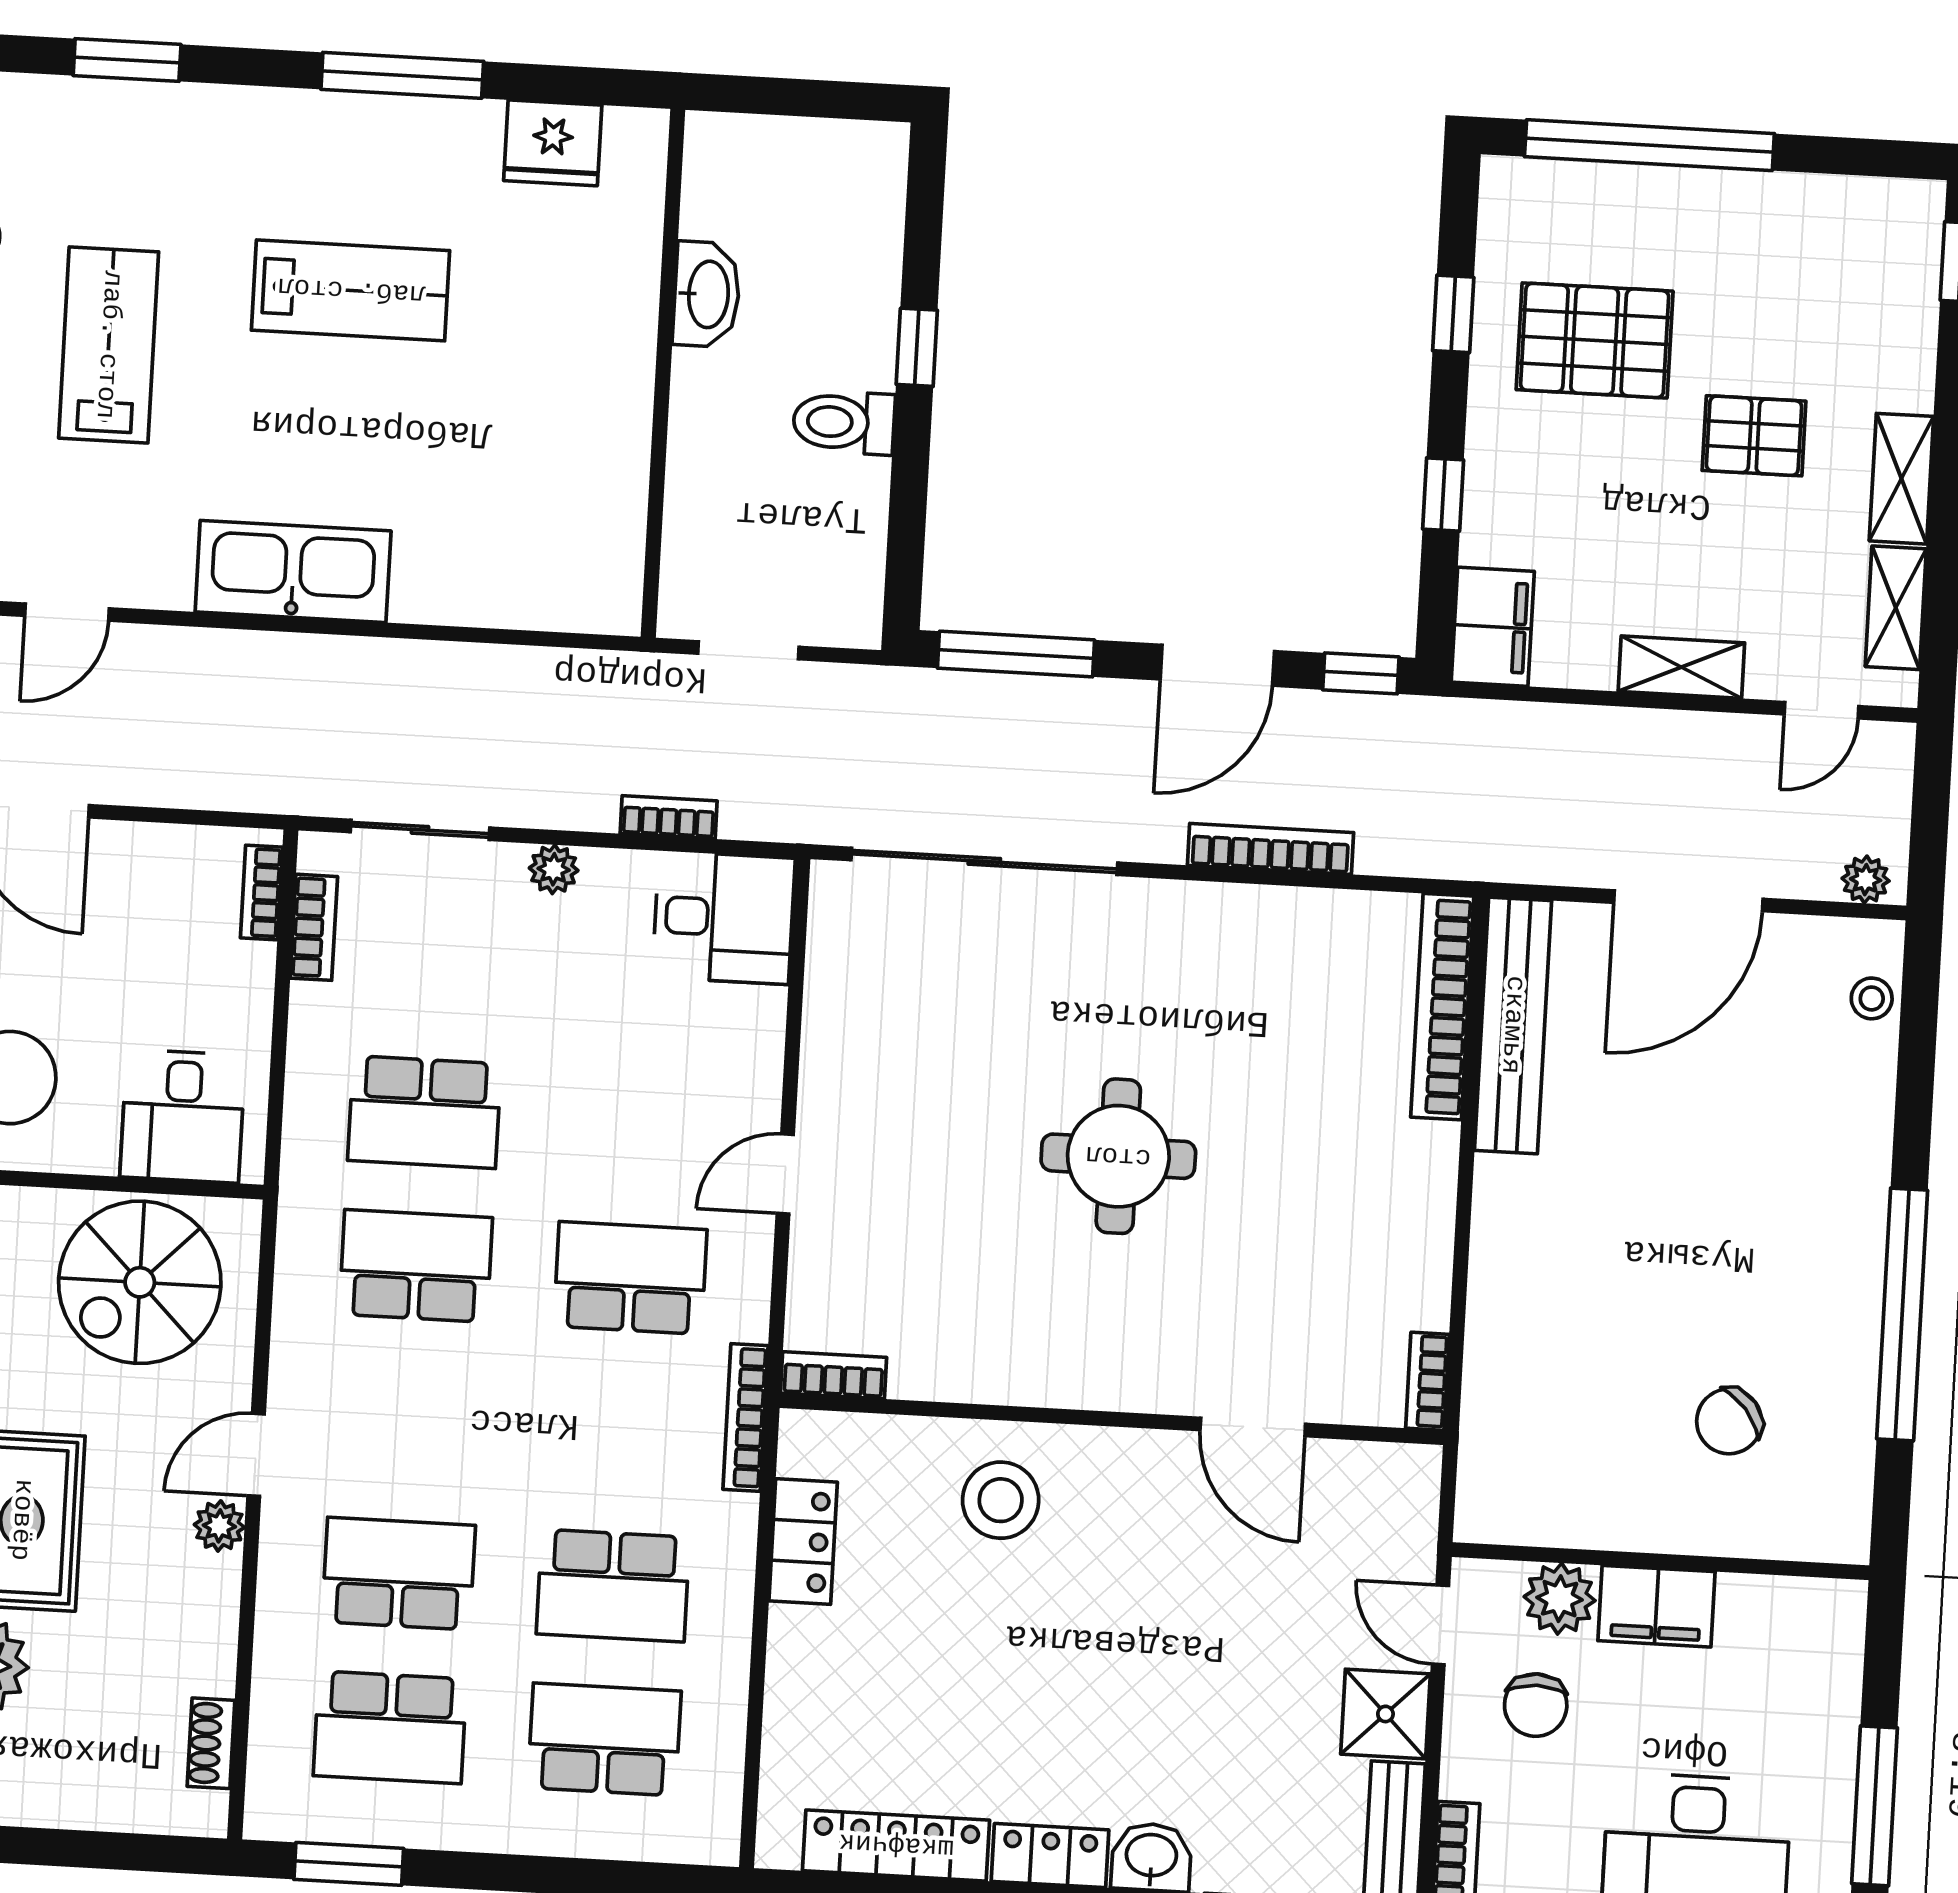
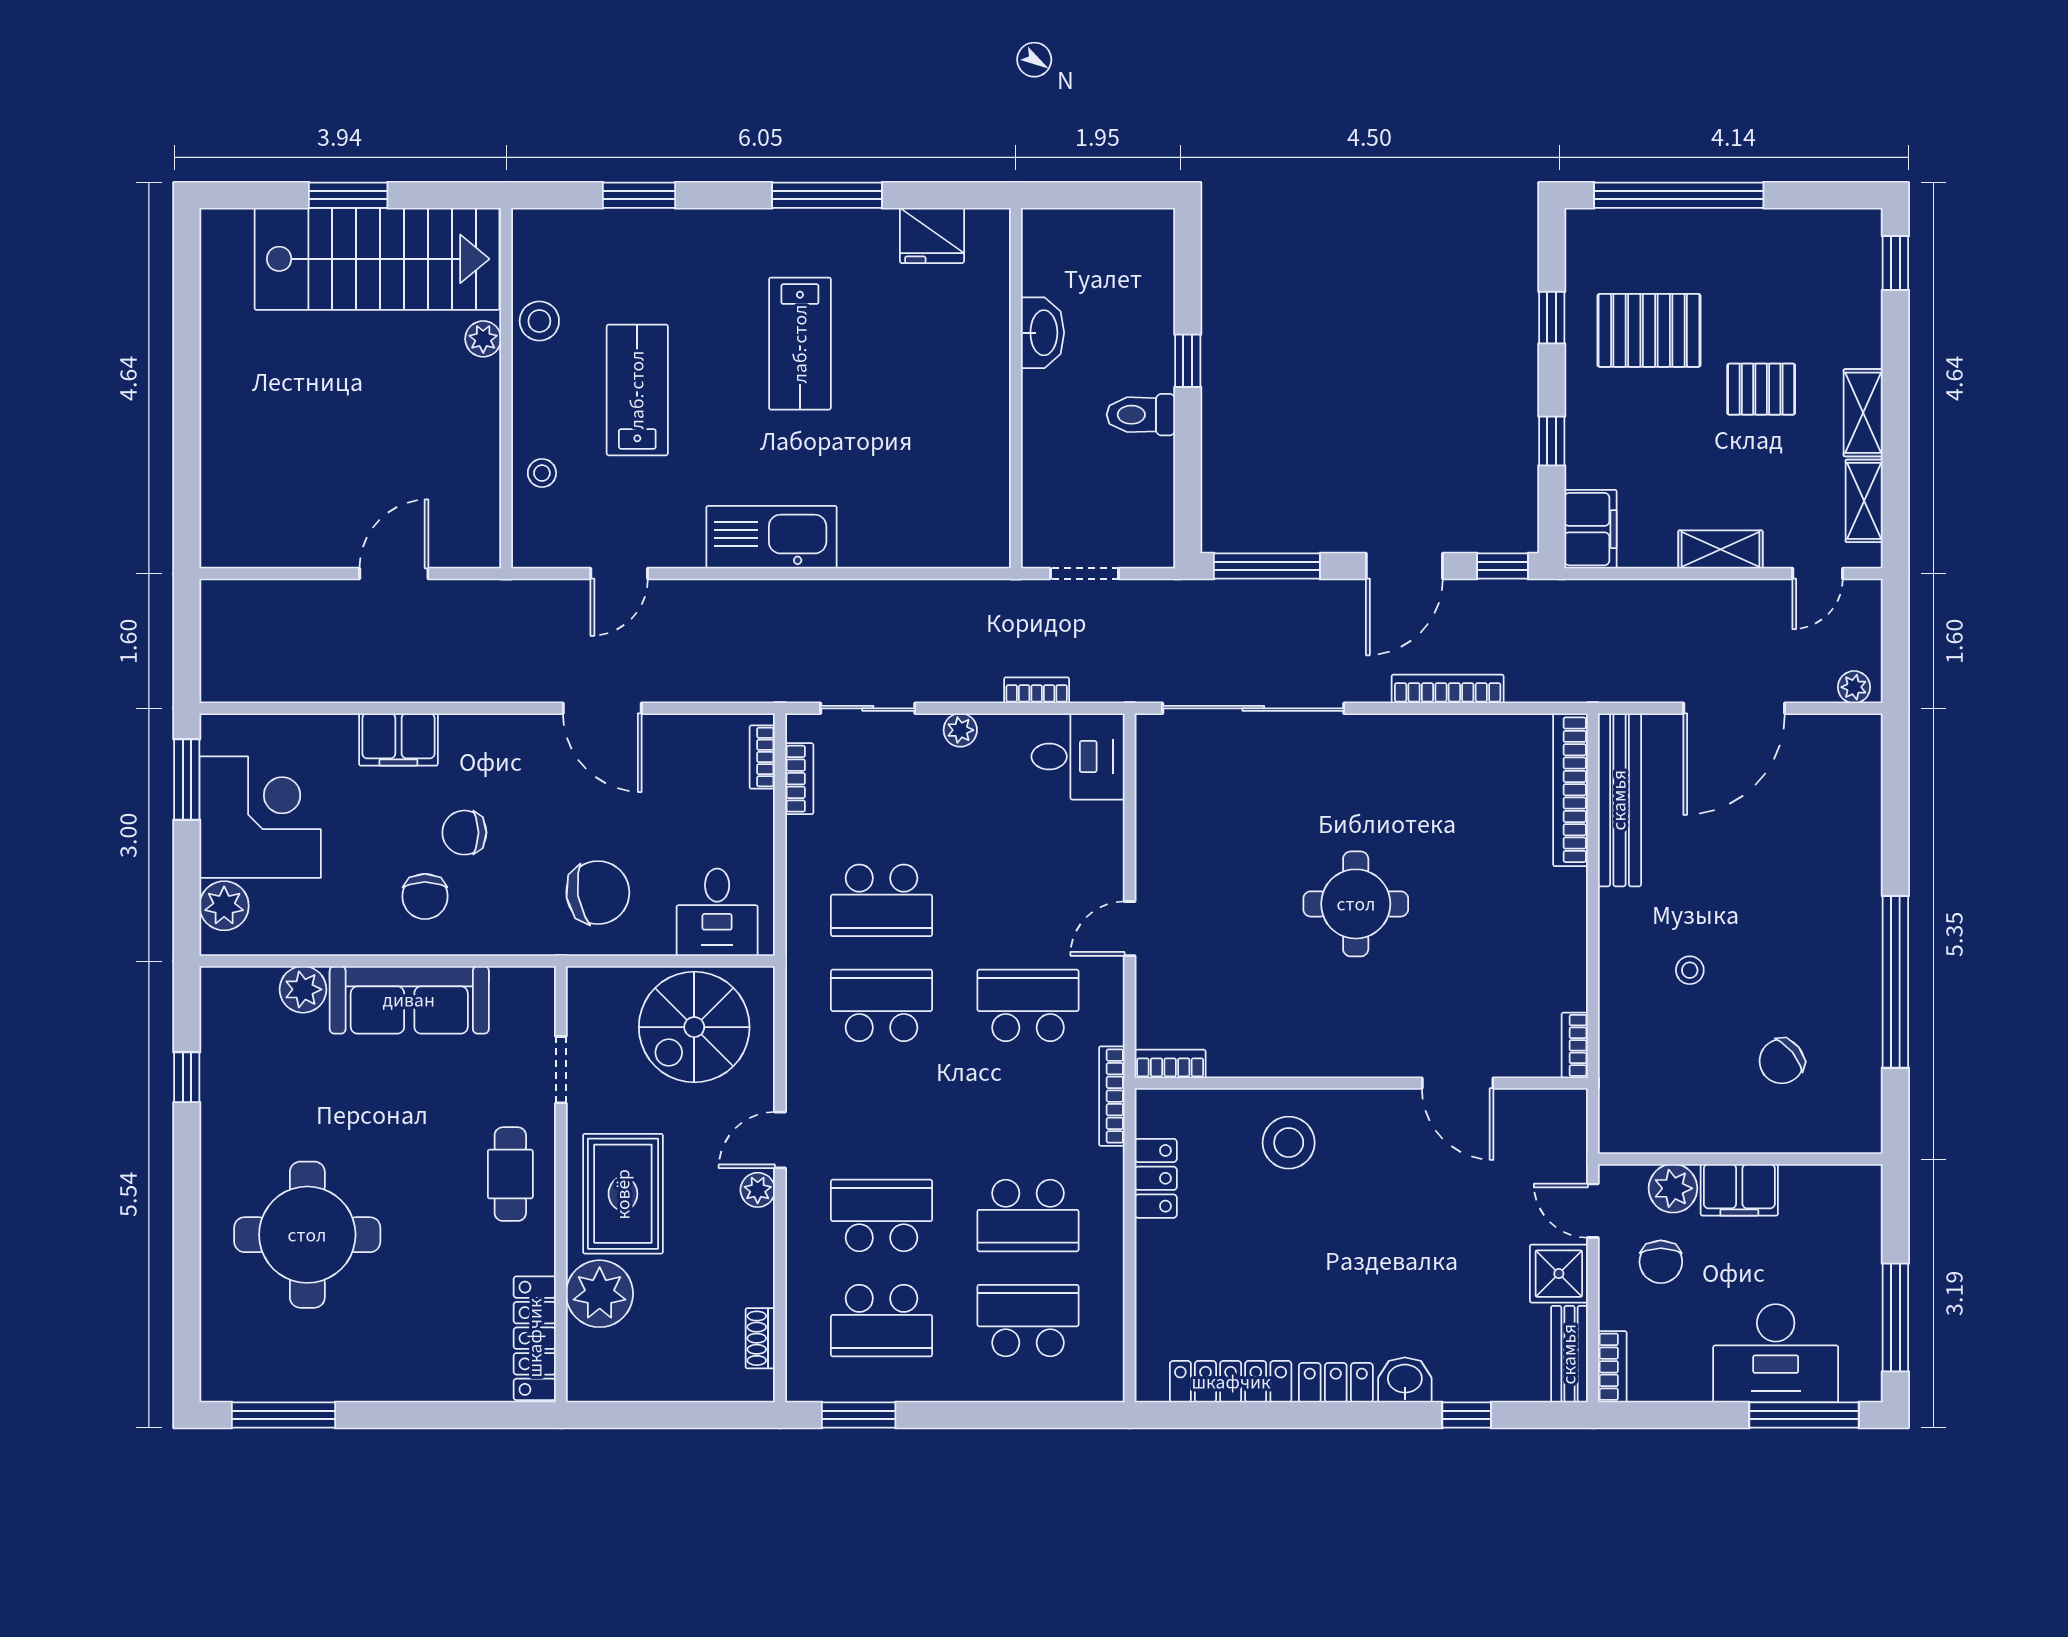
lab bench: (351, 290) -> (800, 344), turned 90
stool: (1872, 998) -> (1690, 970), moved

